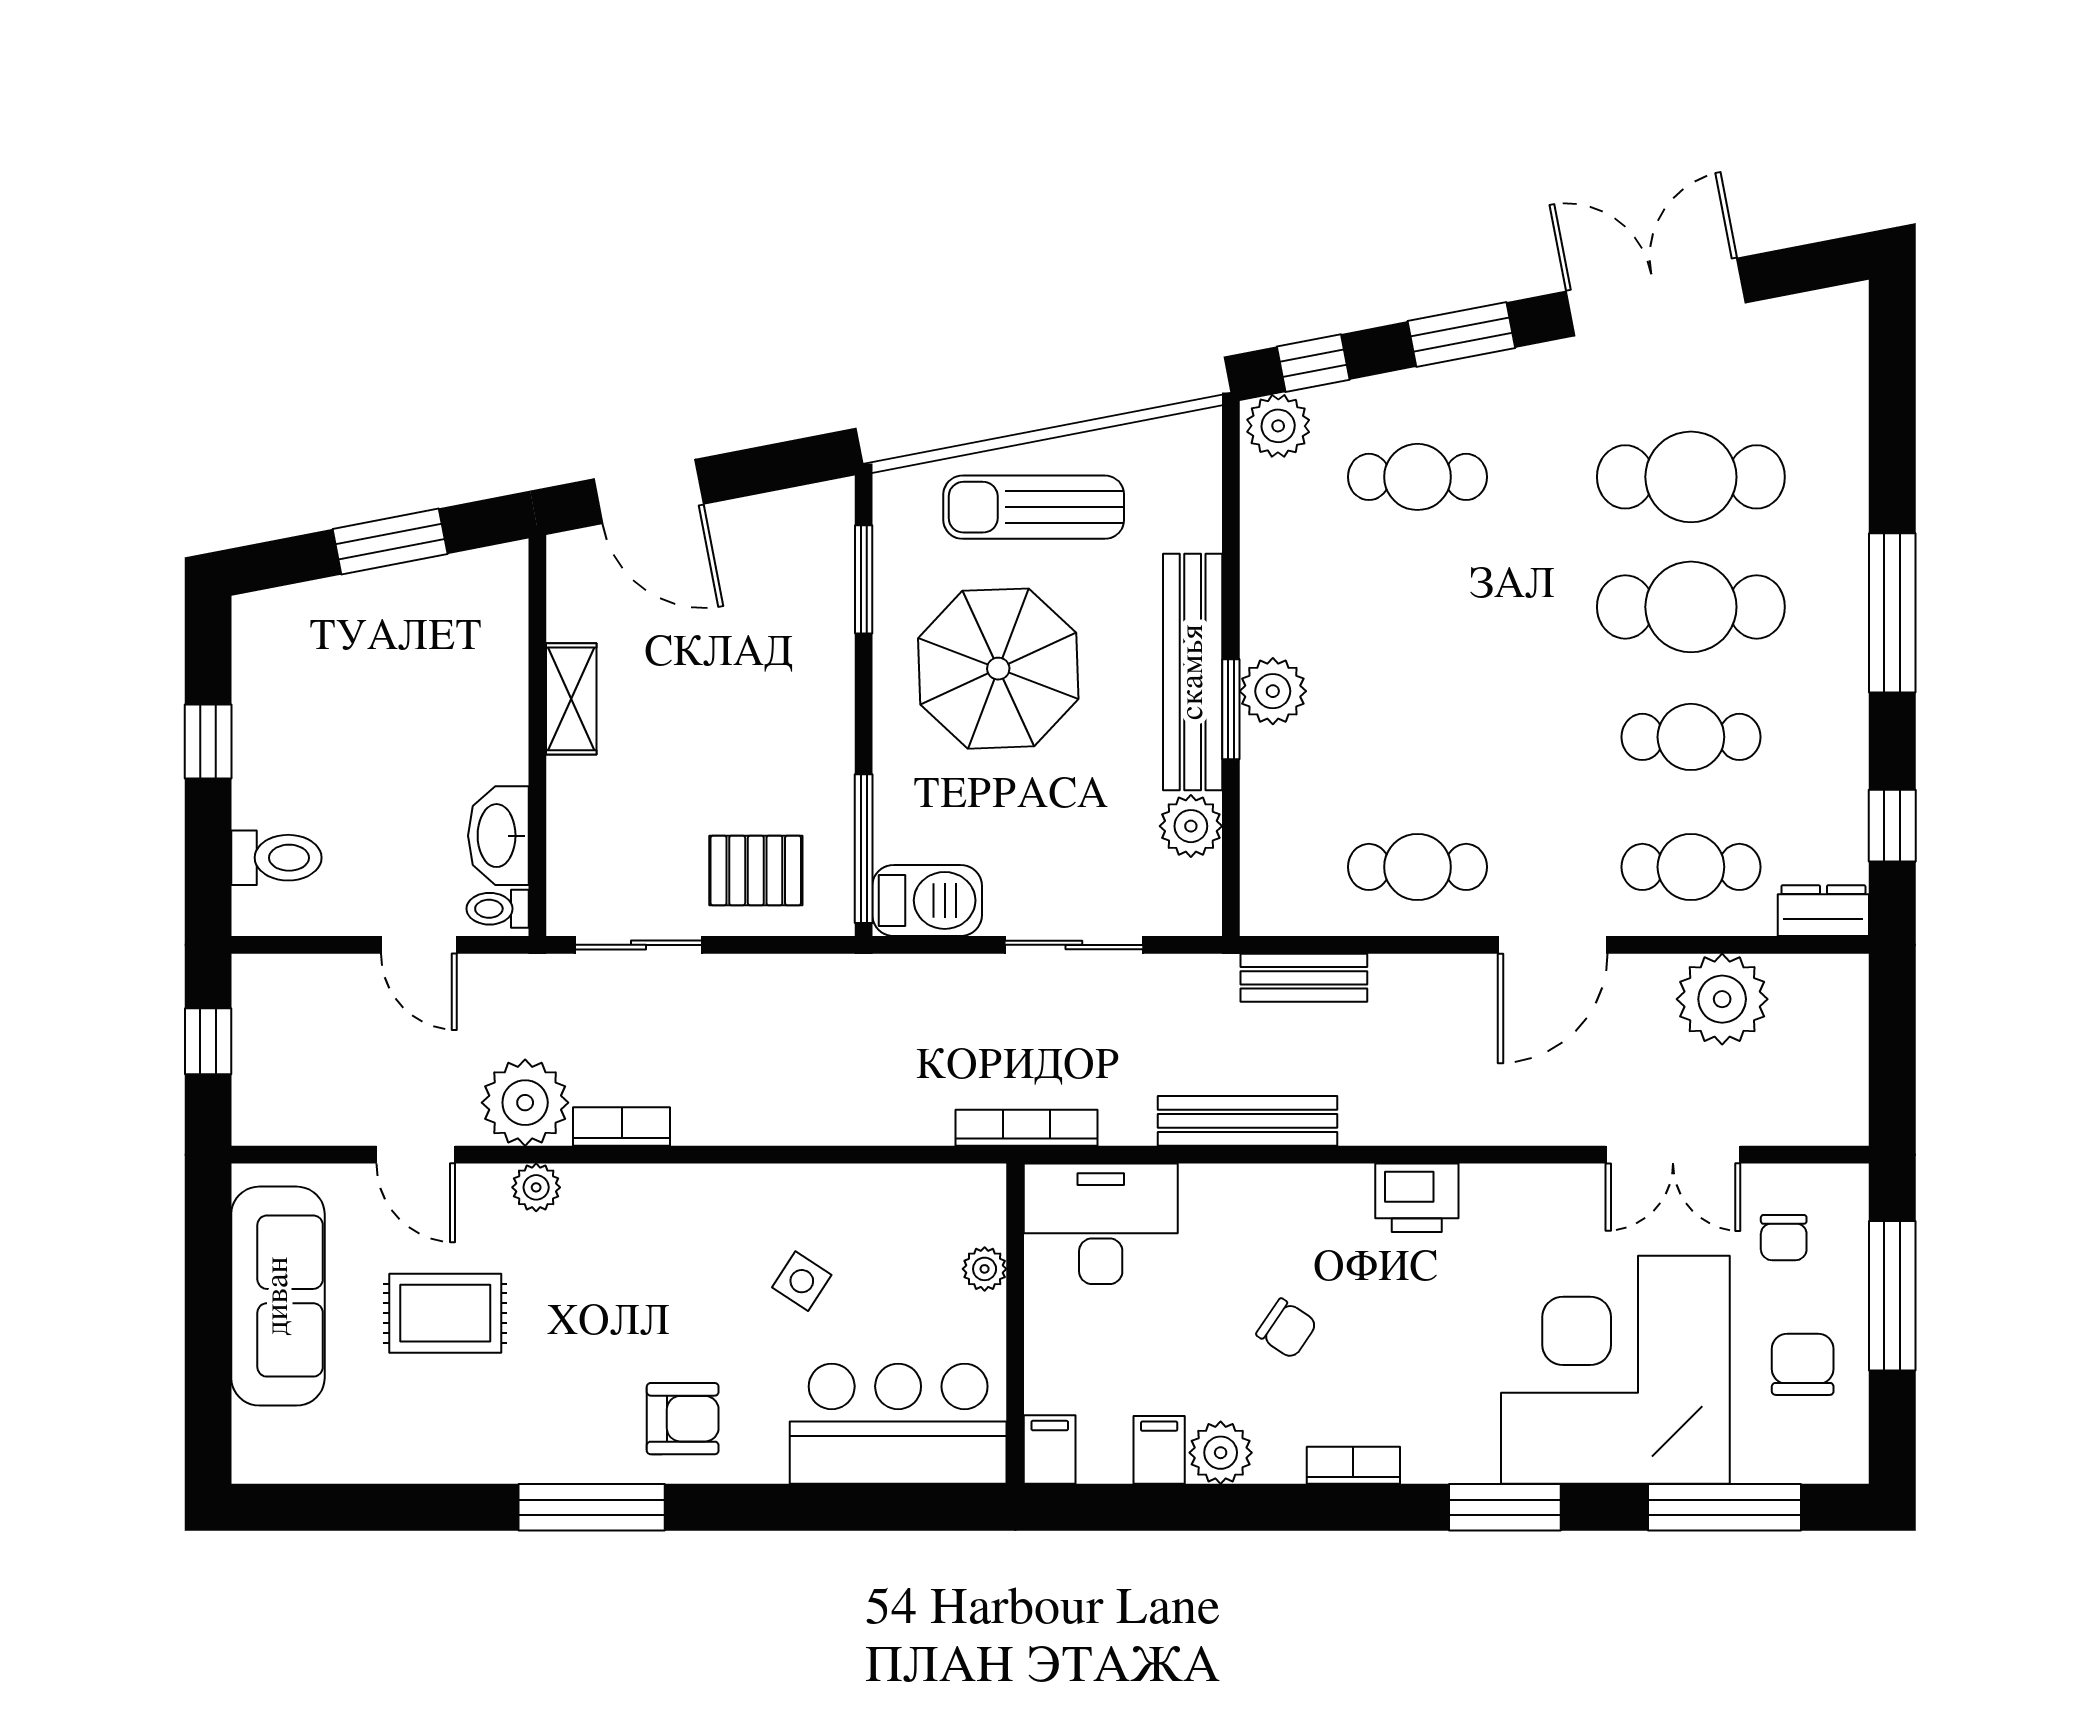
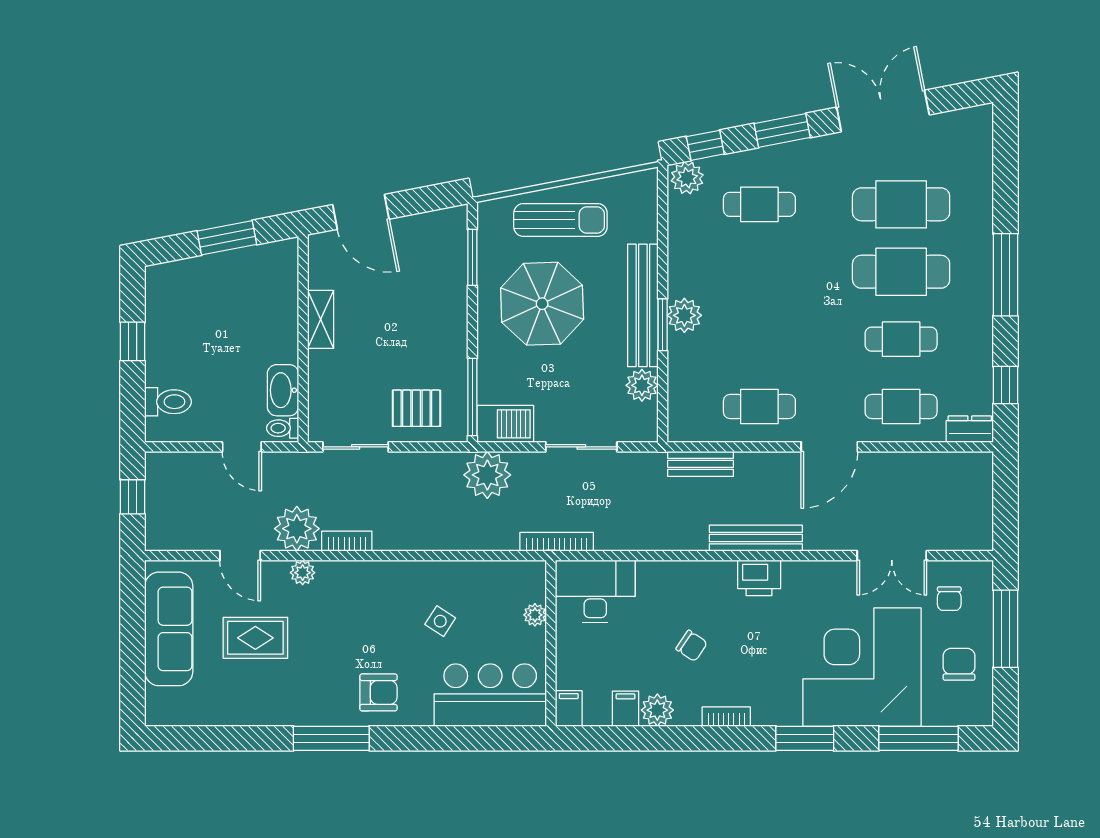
sun lounger: (1034, 507) -> (560, 220), turned 180
plant: (1722, 999) -> (487, 475), moved
bench: (1247, 1121) -> (756, 538), moved

